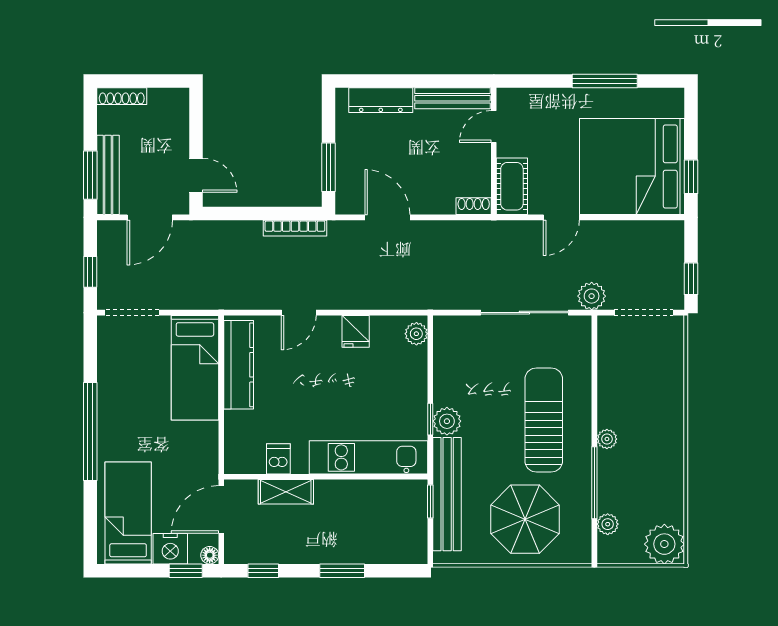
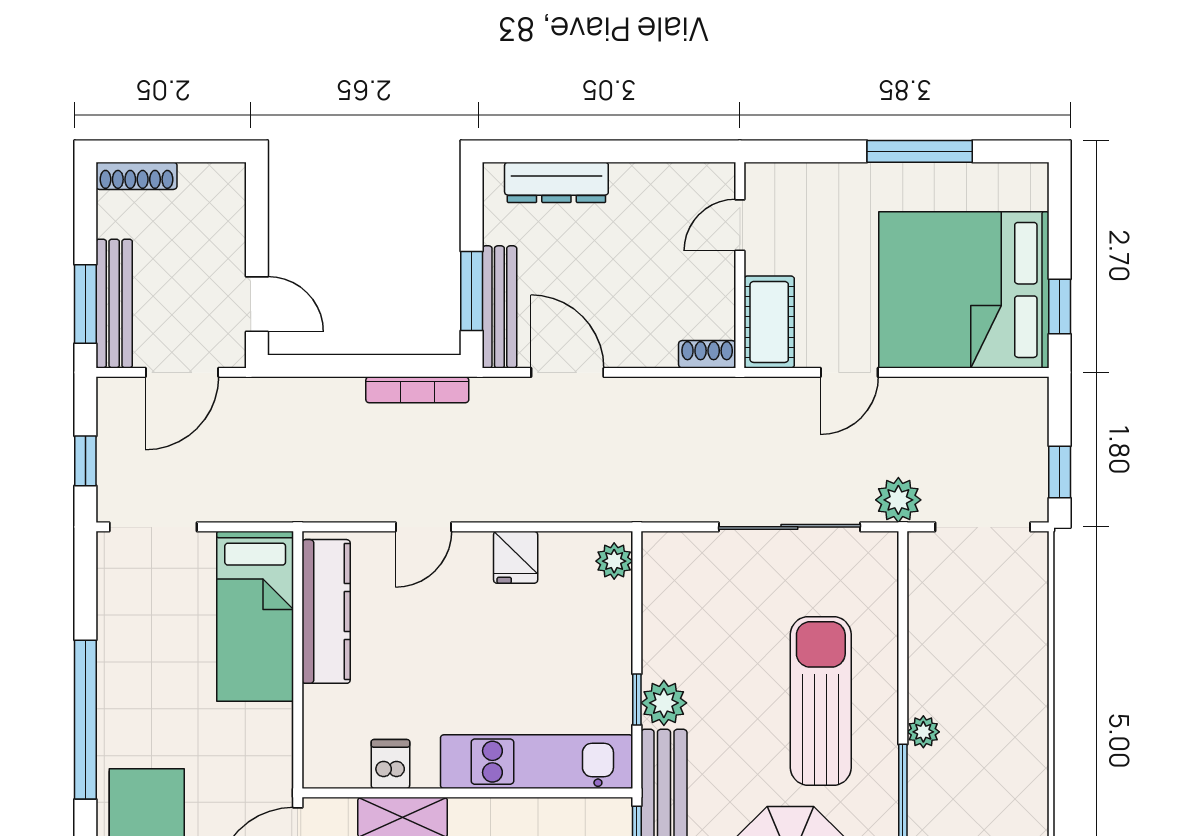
bench: (453, 98) -> (499, 307), moved, turned 90

